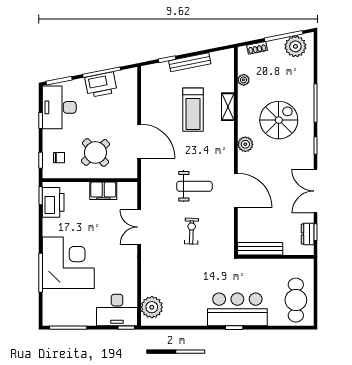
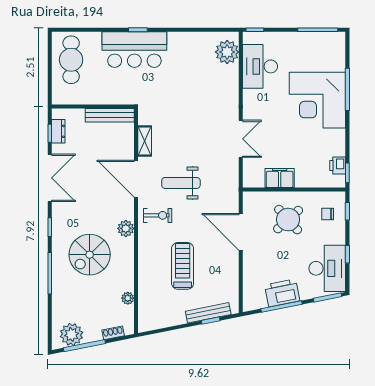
bench: (190, 62) -> (208, 313), moved
shelving: (228, 107) -> (145, 141), moved
printer: (53, 202) -> (338, 166), width x0.53, depth x0.68
exercise bike: (191, 231) -> (158, 215), moved, turned -92
desk: (117, 310) -> (260, 66), moved, turned -90

